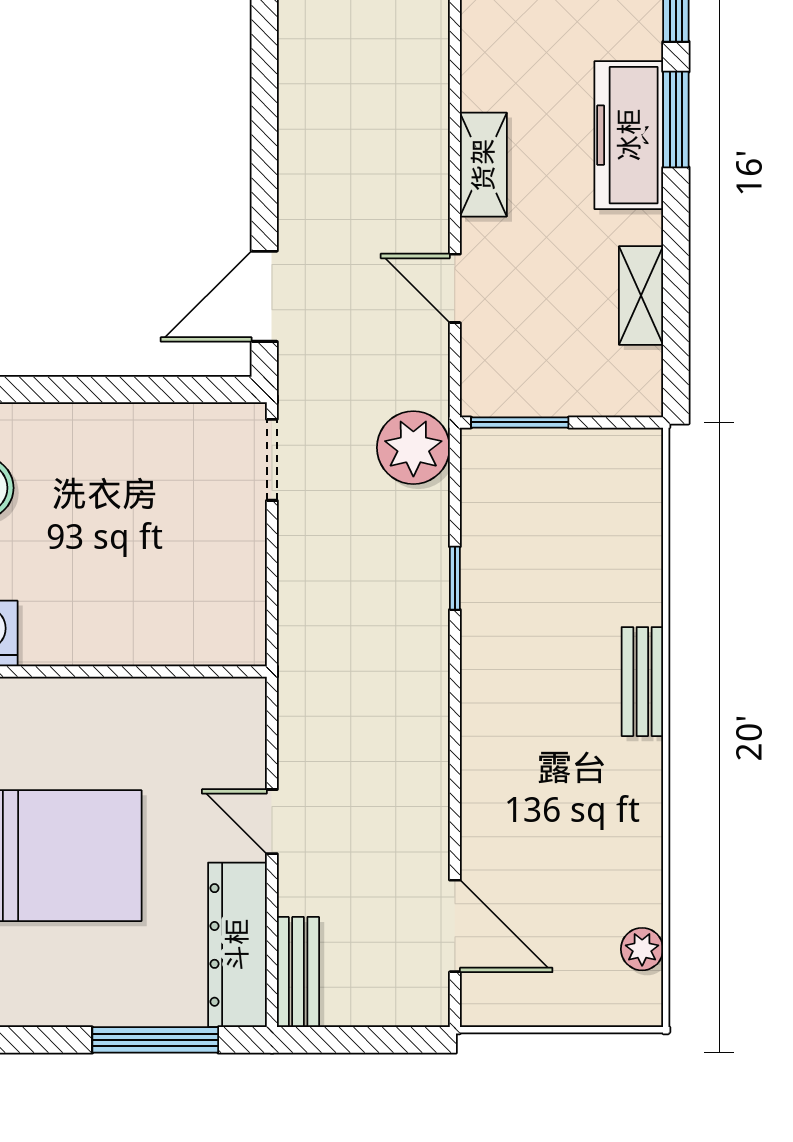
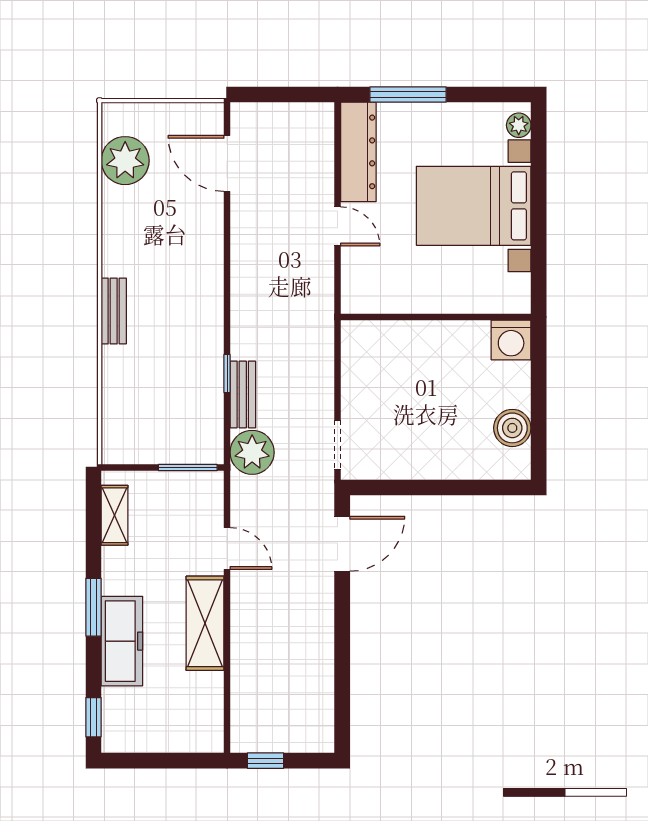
window: (676, 119) -> (93, 607), moved
shelving: (483, 165) -> (205, 623), width x1.50, depth x1.33
shelving: (641, 295) -> (115, 515), moved
plant: (642, 949) -> (125, 161), width x1.87, depth x1.87
bench: (298, 972) -> (243, 394), moved

